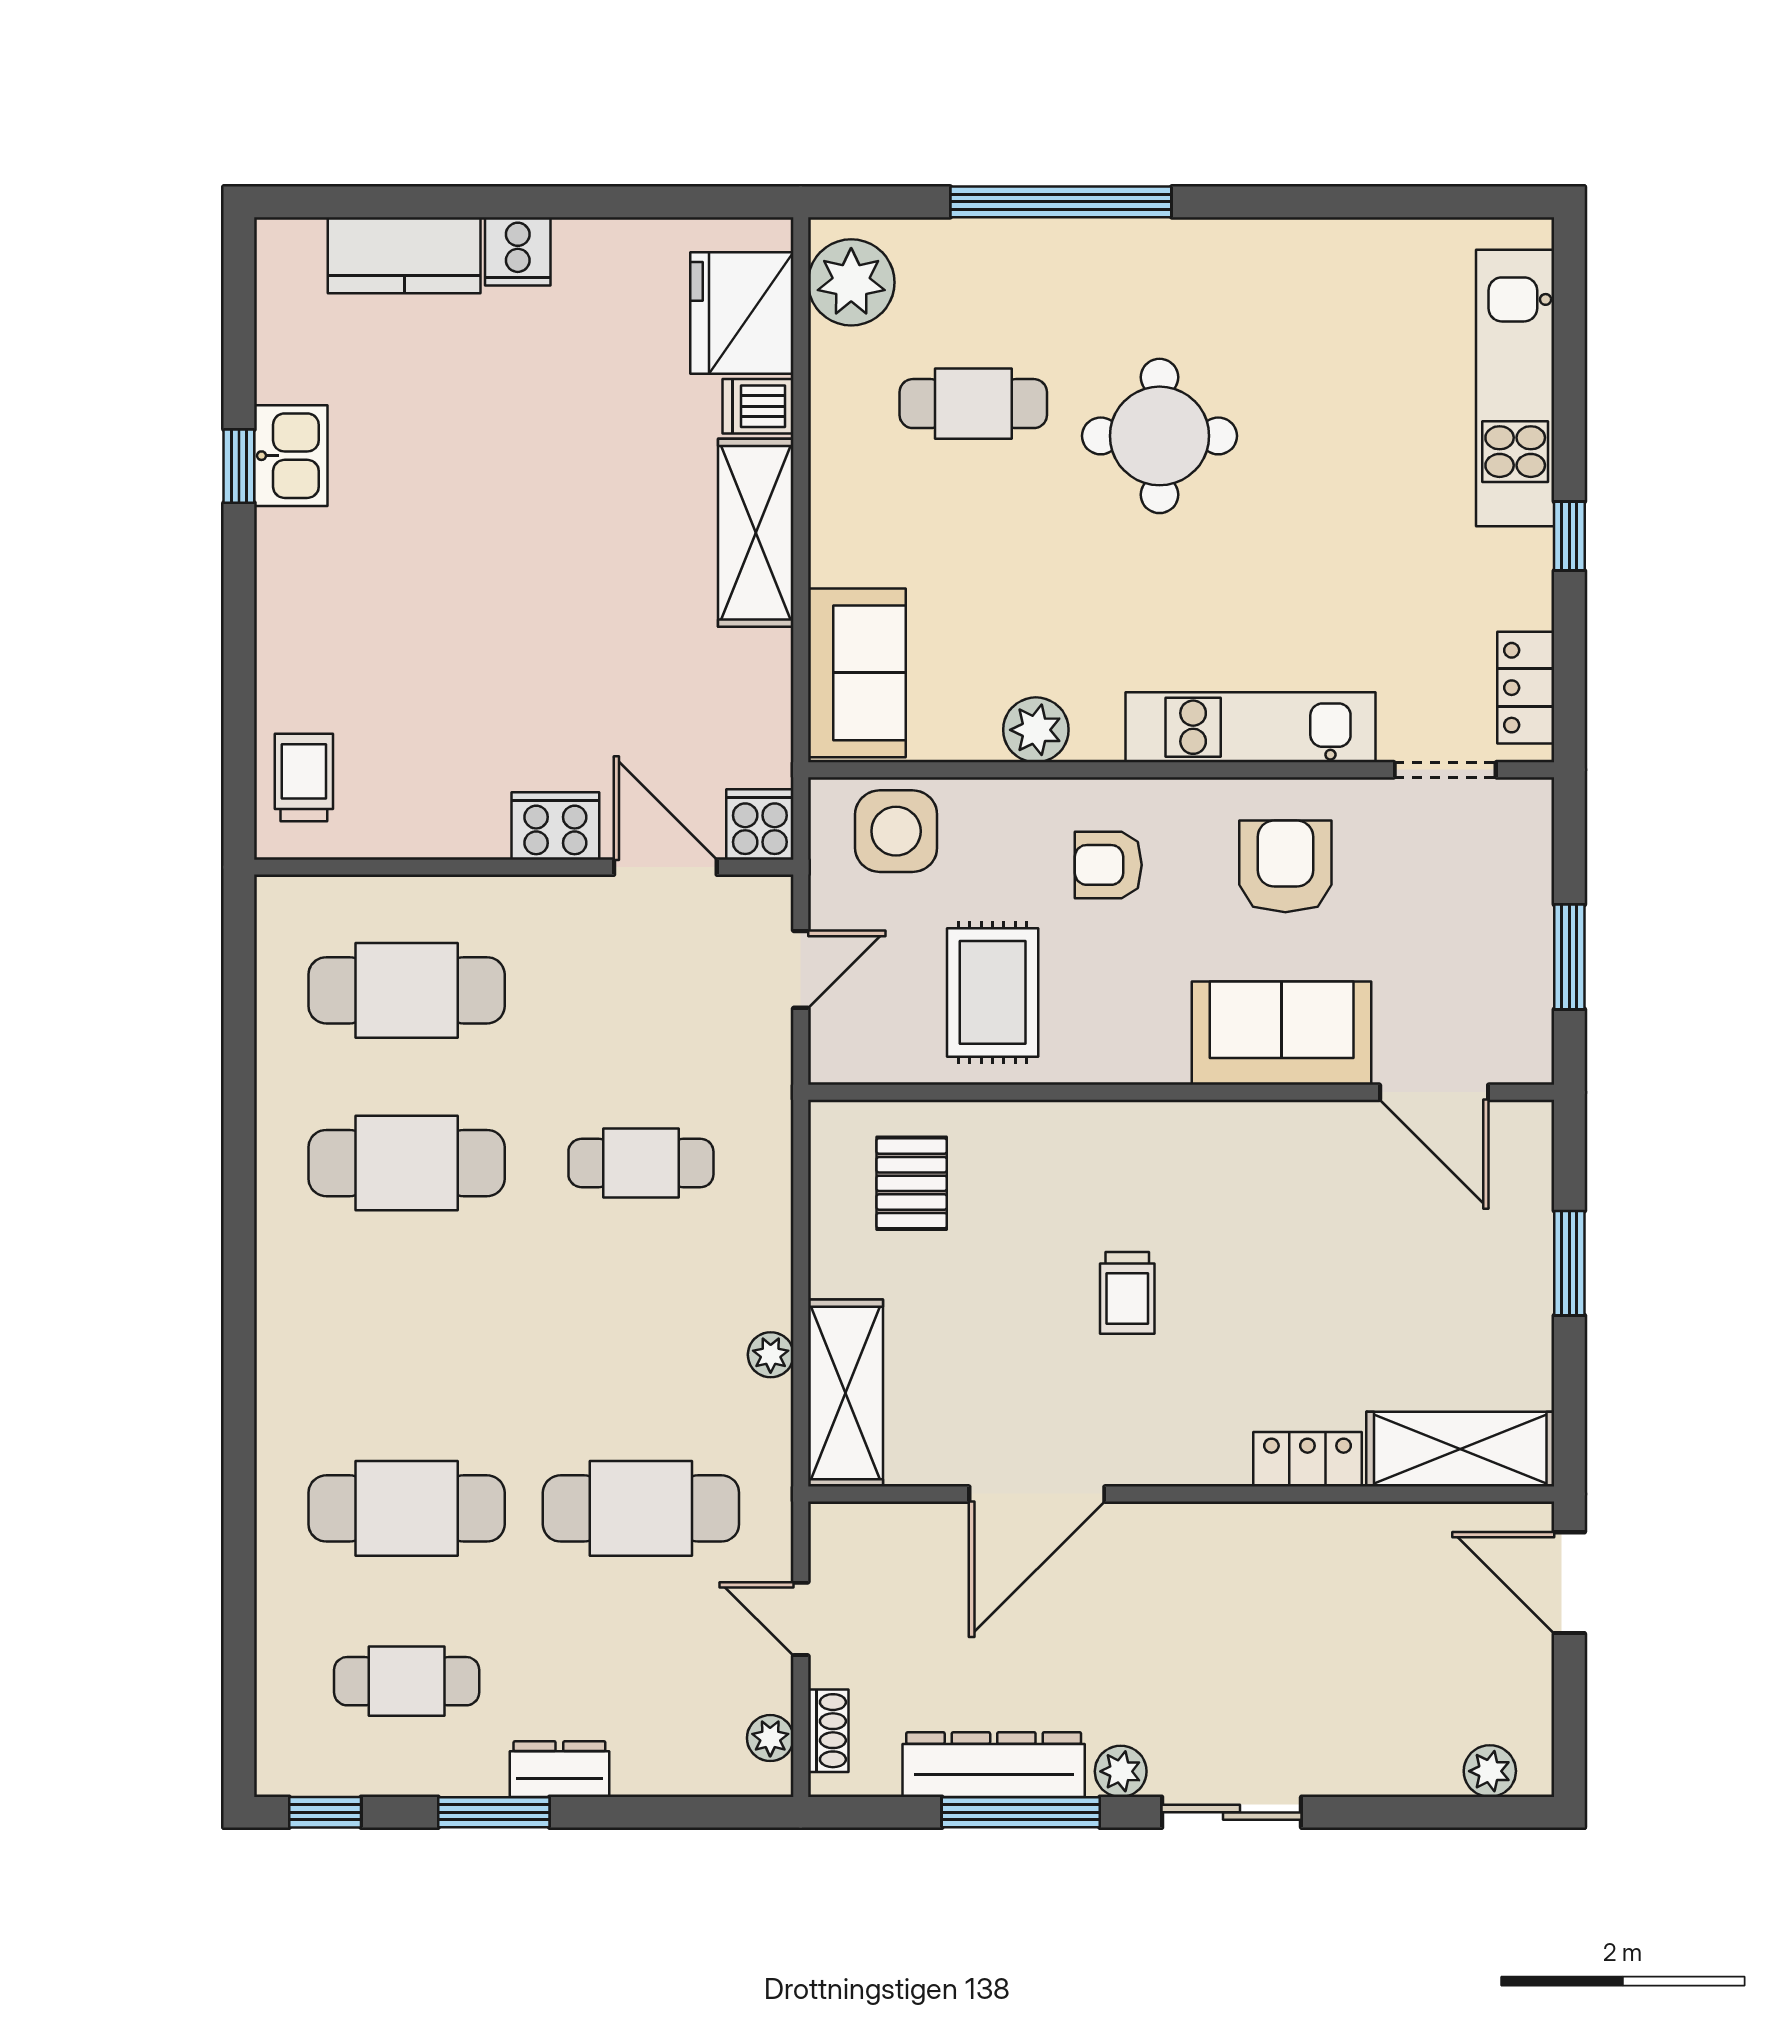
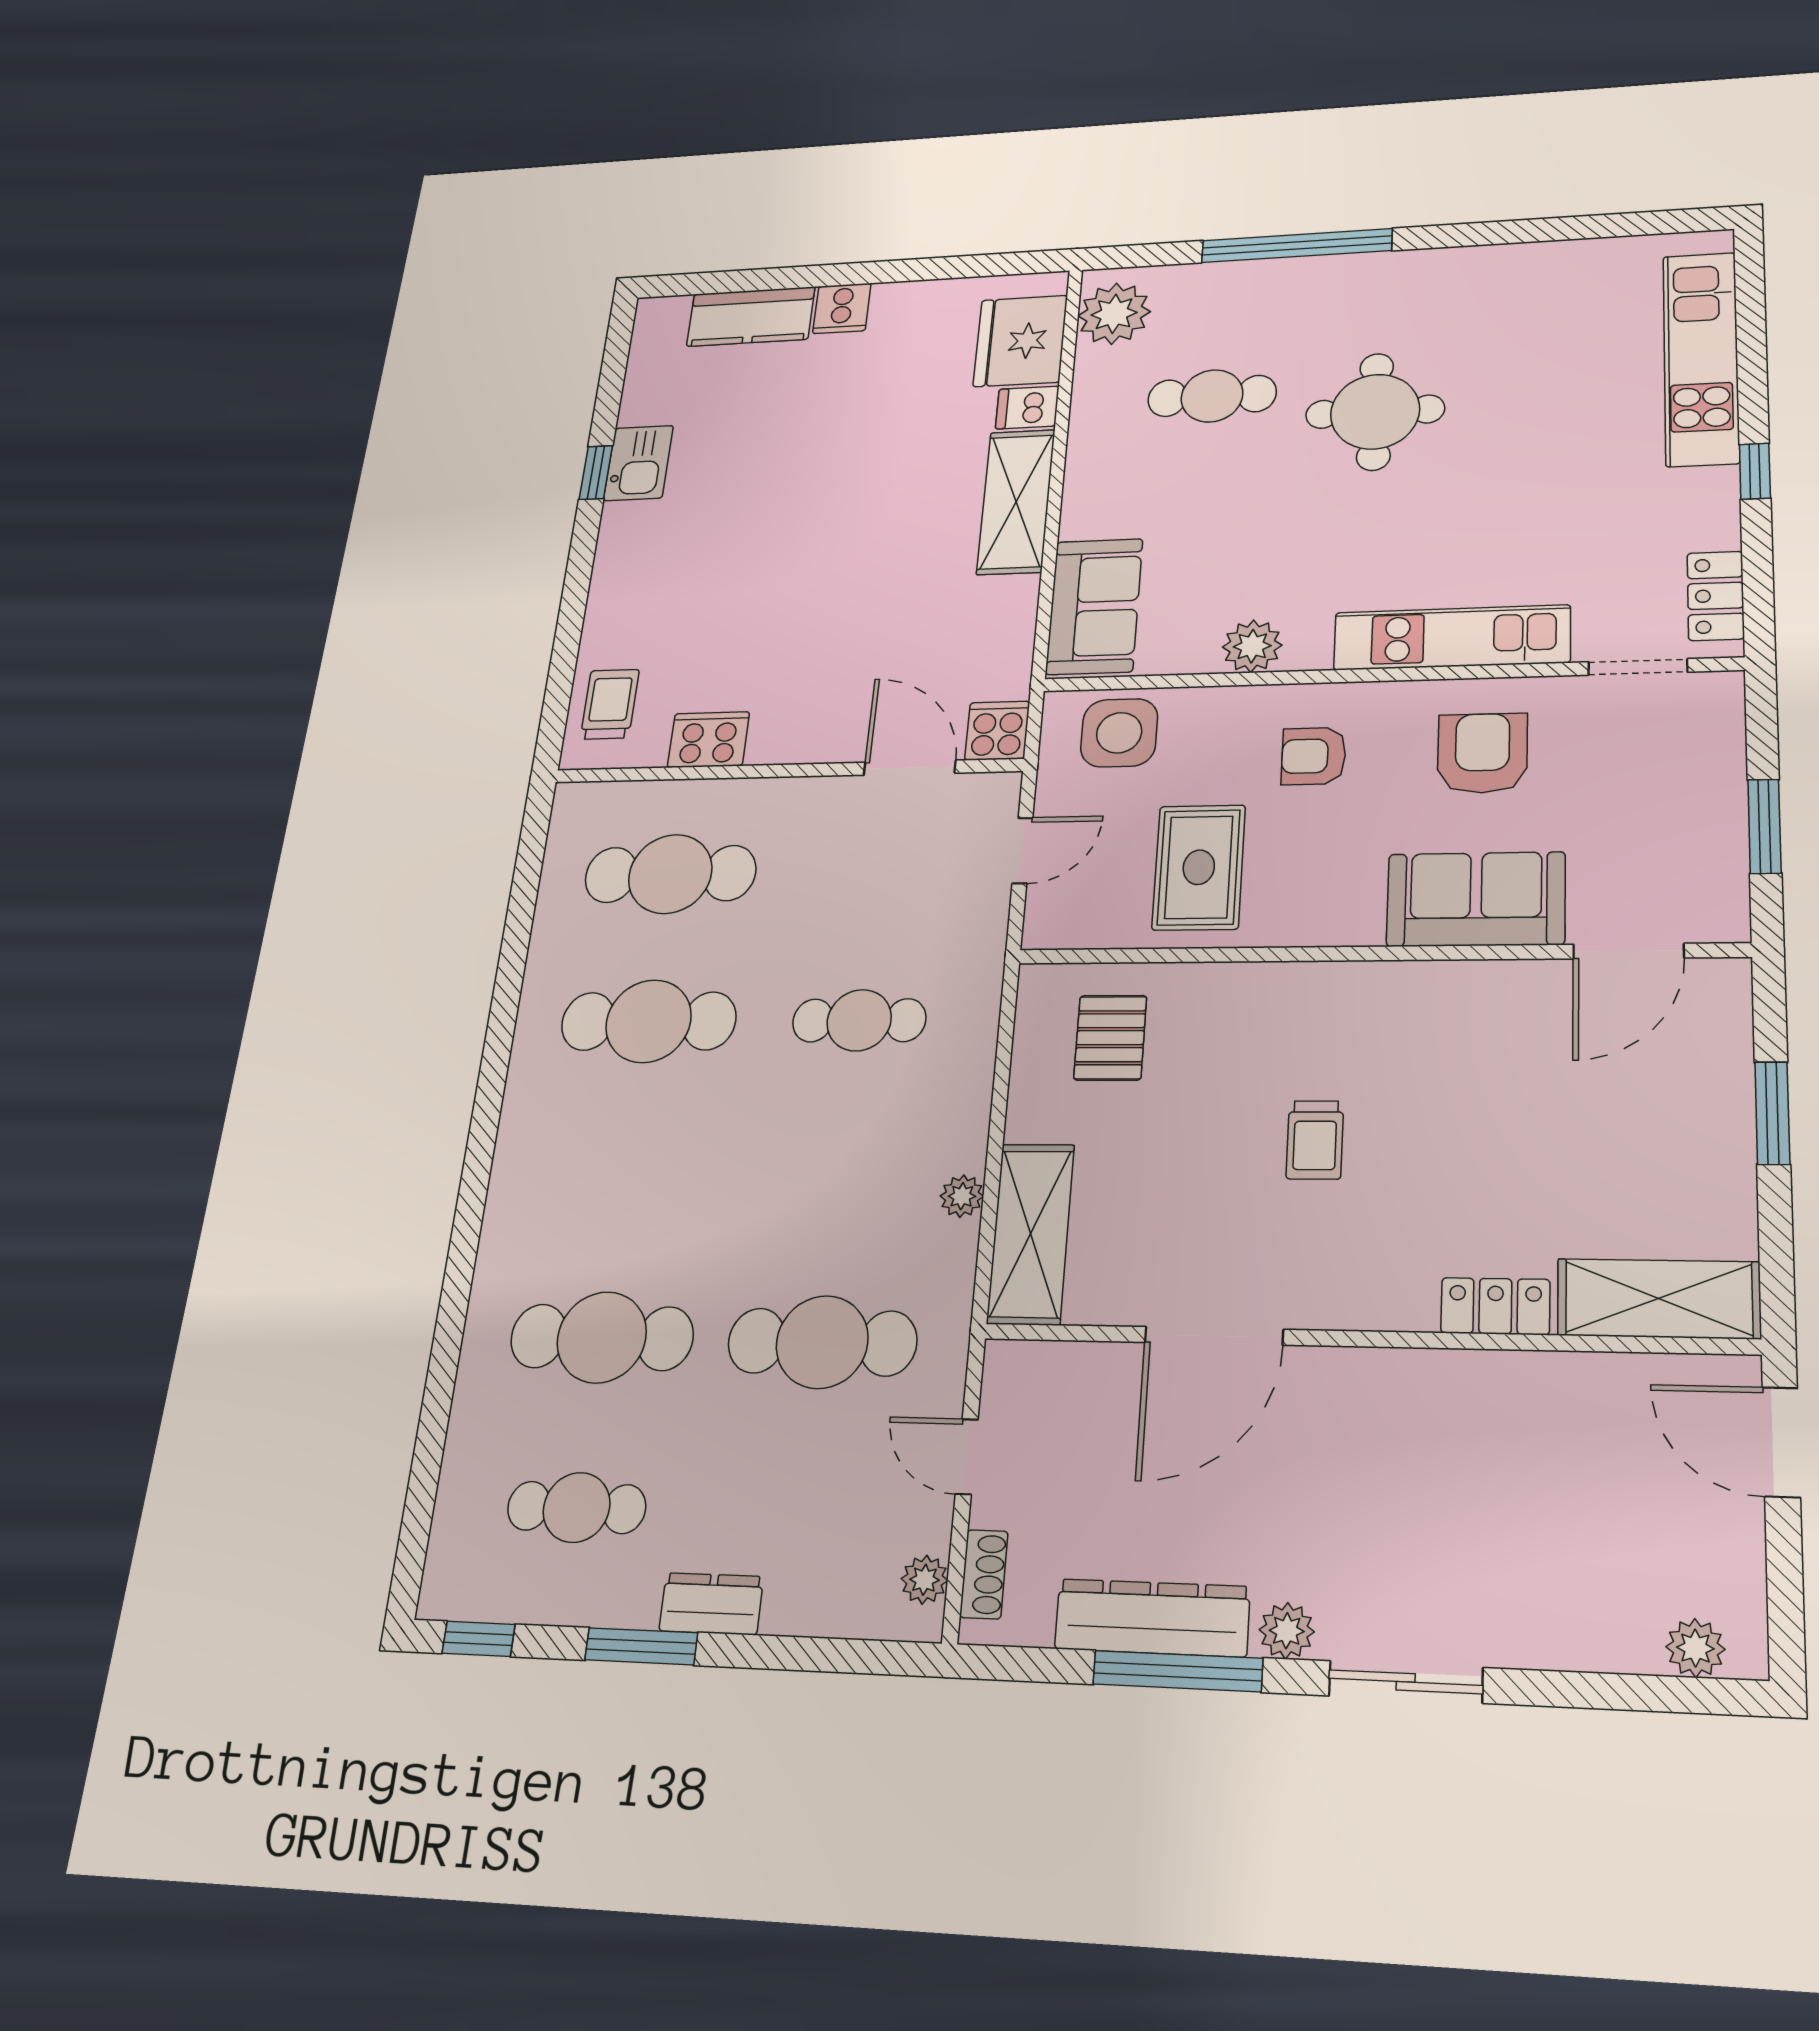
cooker: (555, 826) -> (708, 740), moved
door: (1434, 1092) -> (1629, 951), hinge flipped

